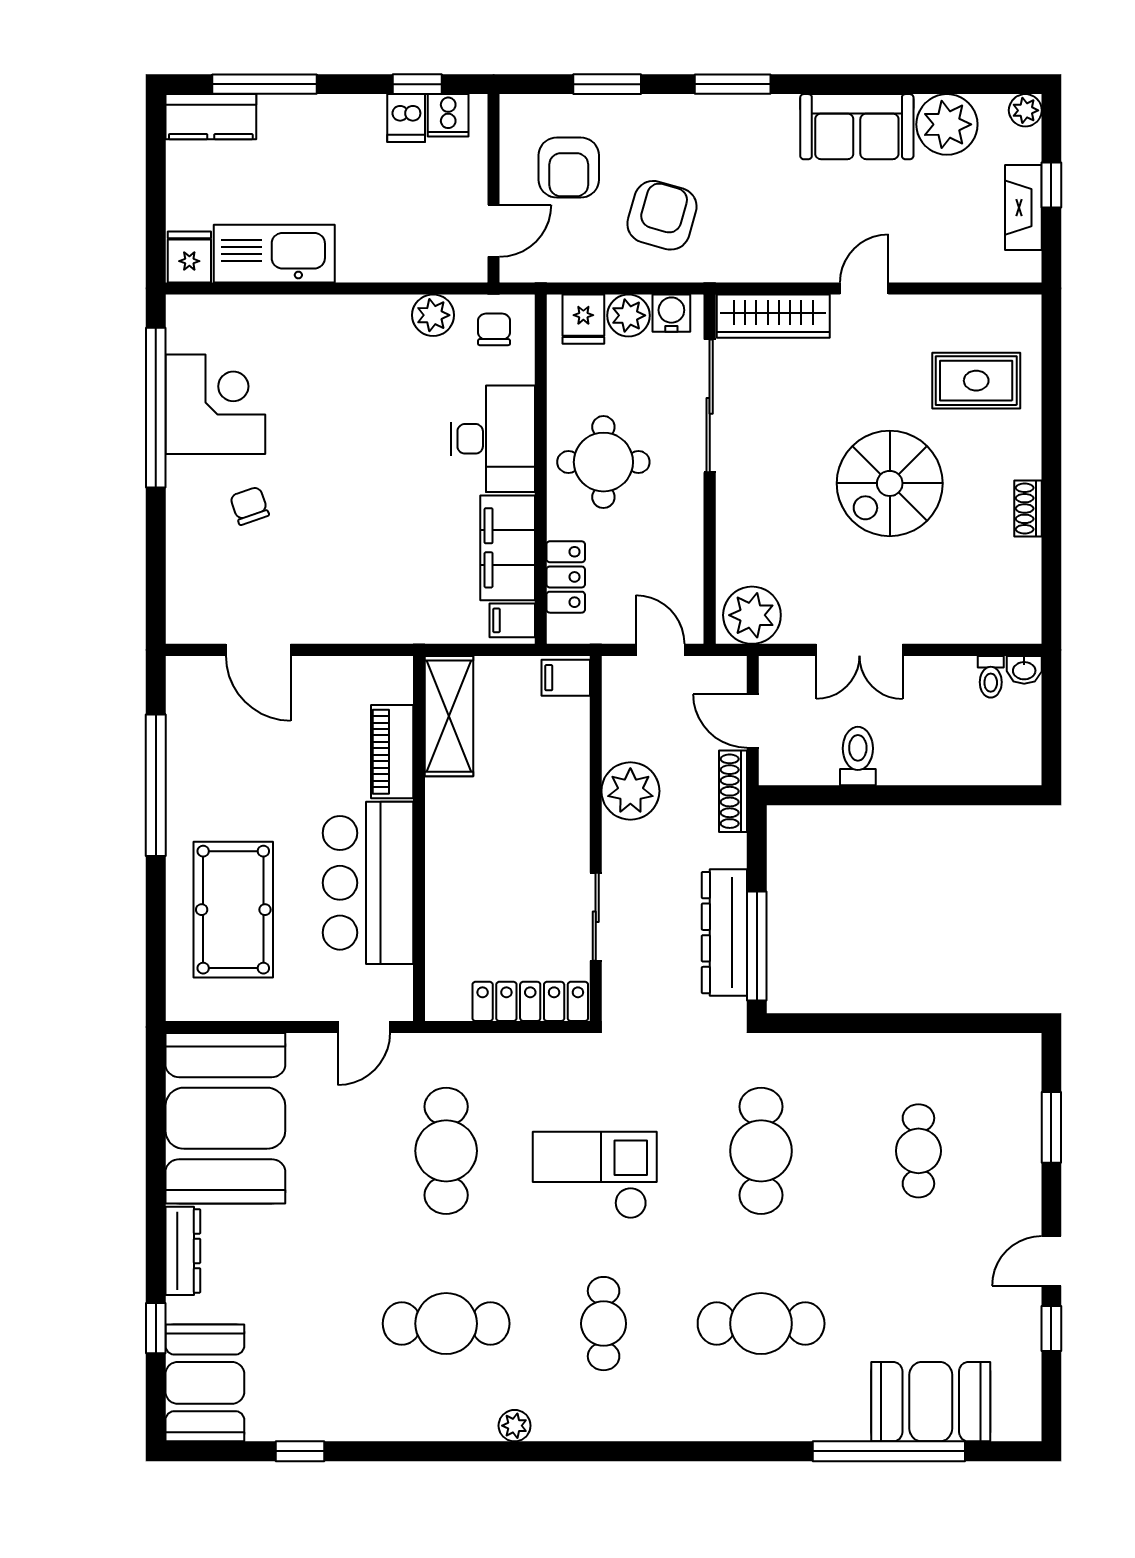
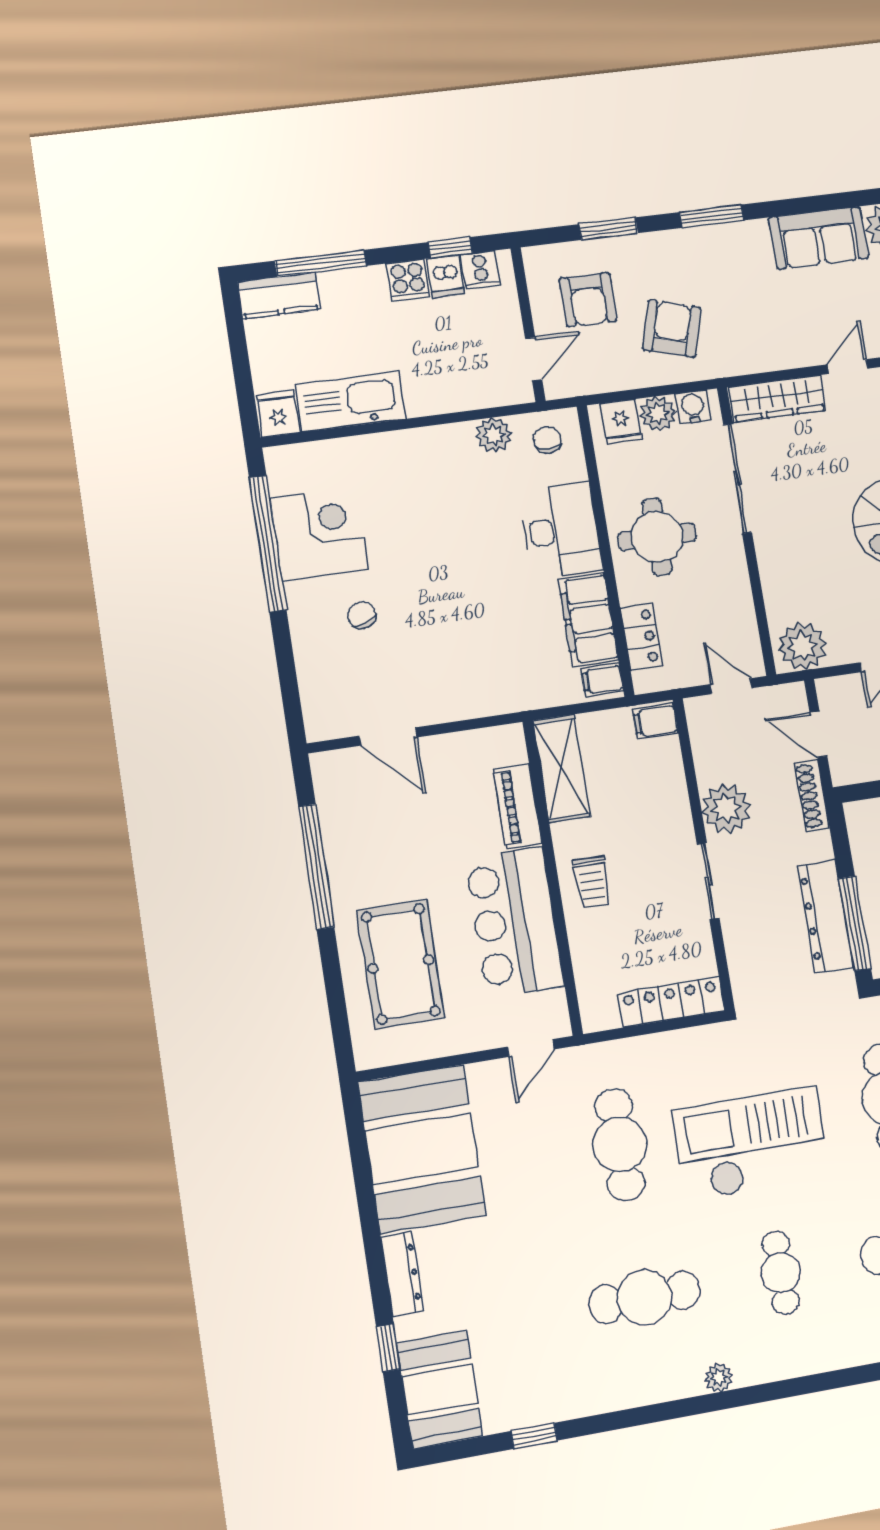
cooker: (362, 117) -> (408, 280), added
trolley: (463, 851) -> (592, 882), added
sliding door: (596, 917) -> (708, 881), moved
checkout: (595, 1175) -> (751, 1144), width x1.36, depth x1.21

